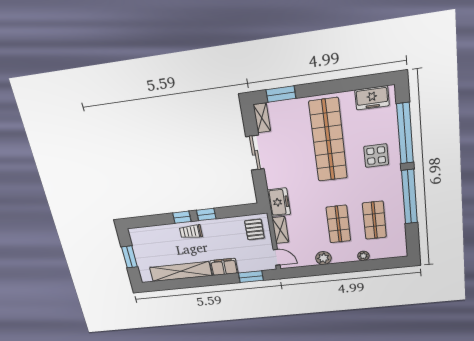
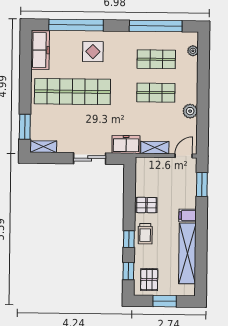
freezer: (372, 98) -> (40, 50), width x1.40
sliding door: (255, 153) -> (90, 158), moved
window: (409, 197) -> (156, 26), moved
window: (206, 214) -> (128, 271), moved
pallet: (254, 229) -> (146, 205), moved
pallet: (147, 241) -> (149, 280), added
plant: (363, 256) -> (193, 51), moved
filing cabinet: (224, 267) -> (188, 216), width x0.50

